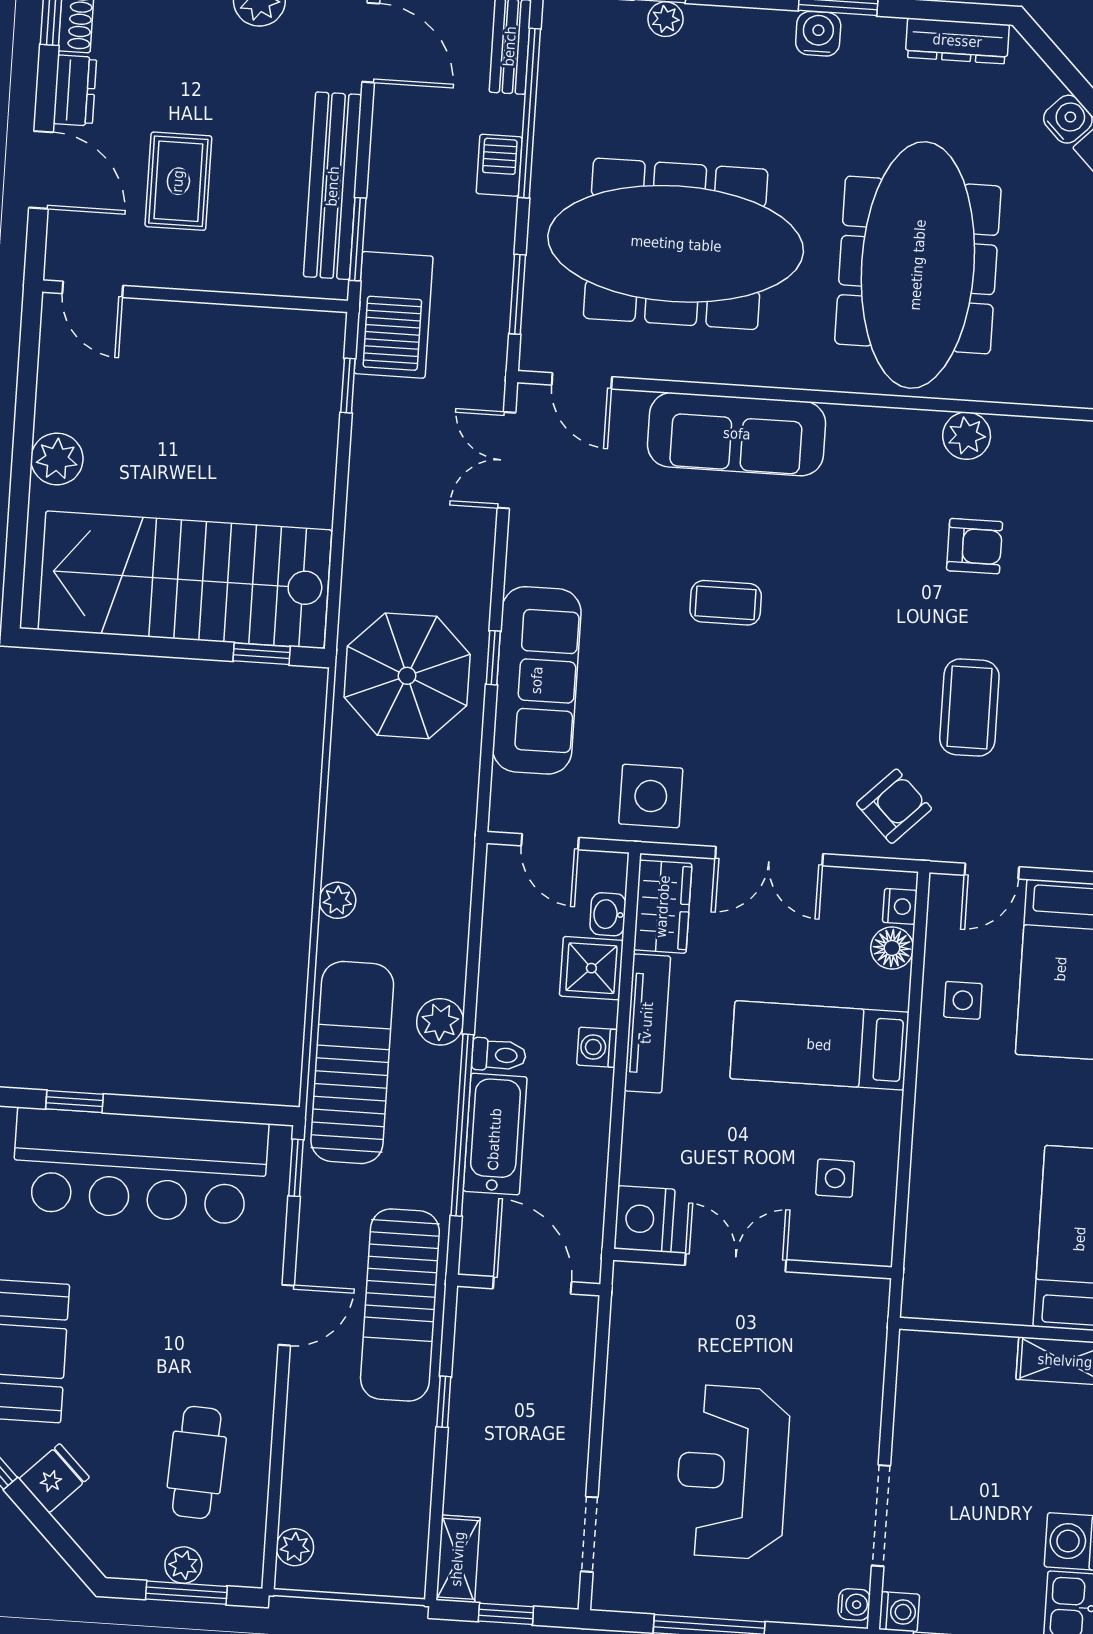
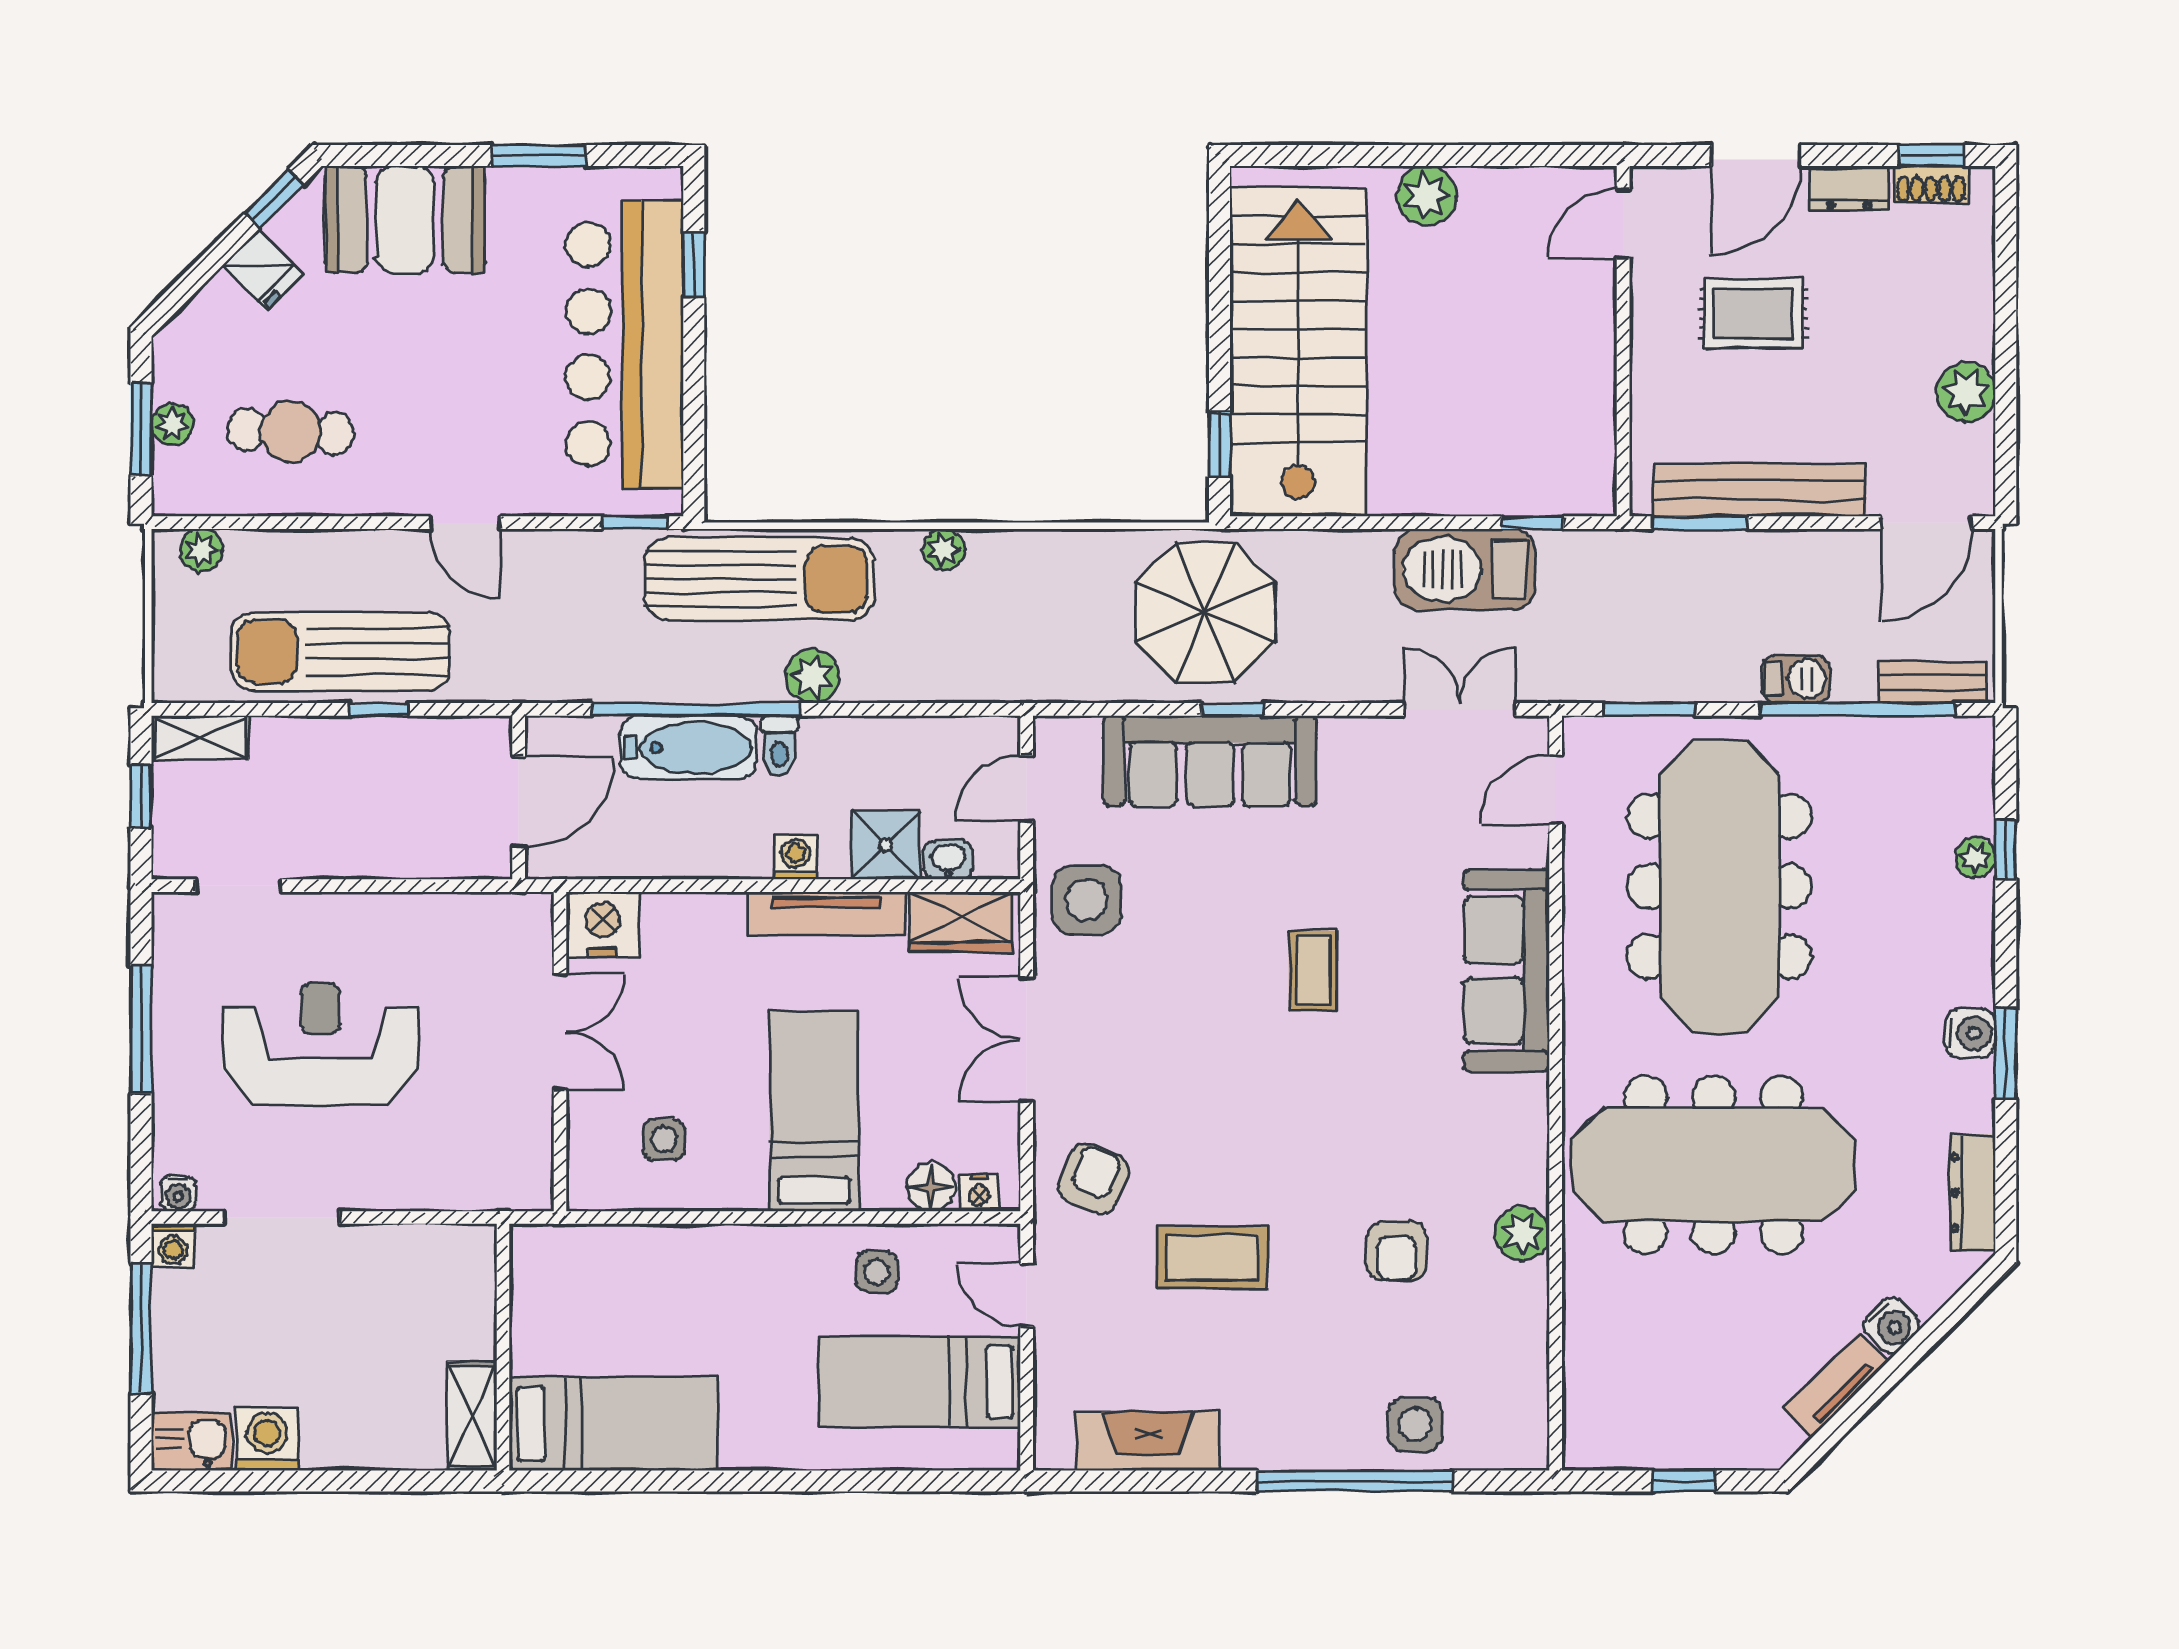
barbecue: (394, 315) -> (1465, 569), moved
armchair: (894, 806) -> (1093, 1179), turned -113
sun lounger: (400, 1305) -> (340, 651), moved

